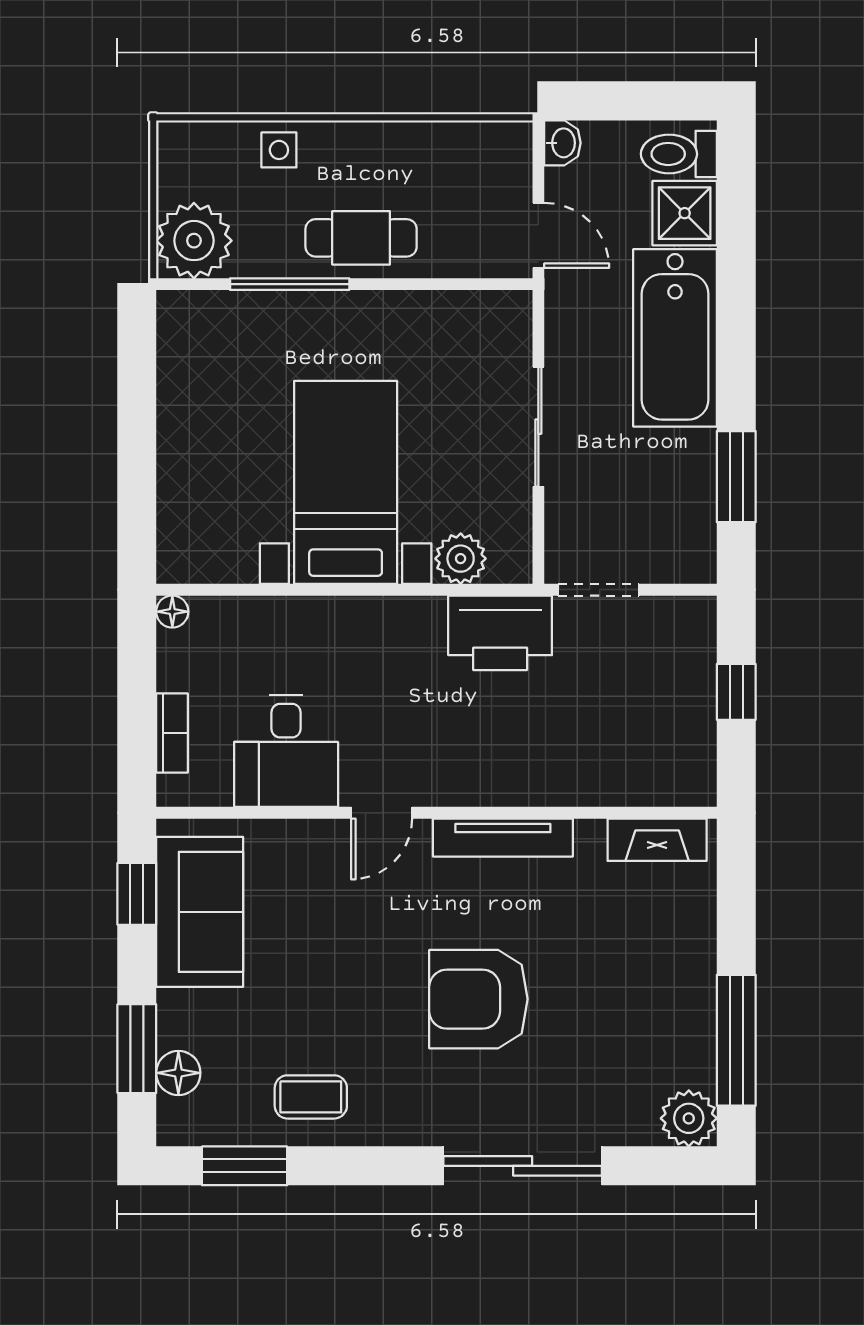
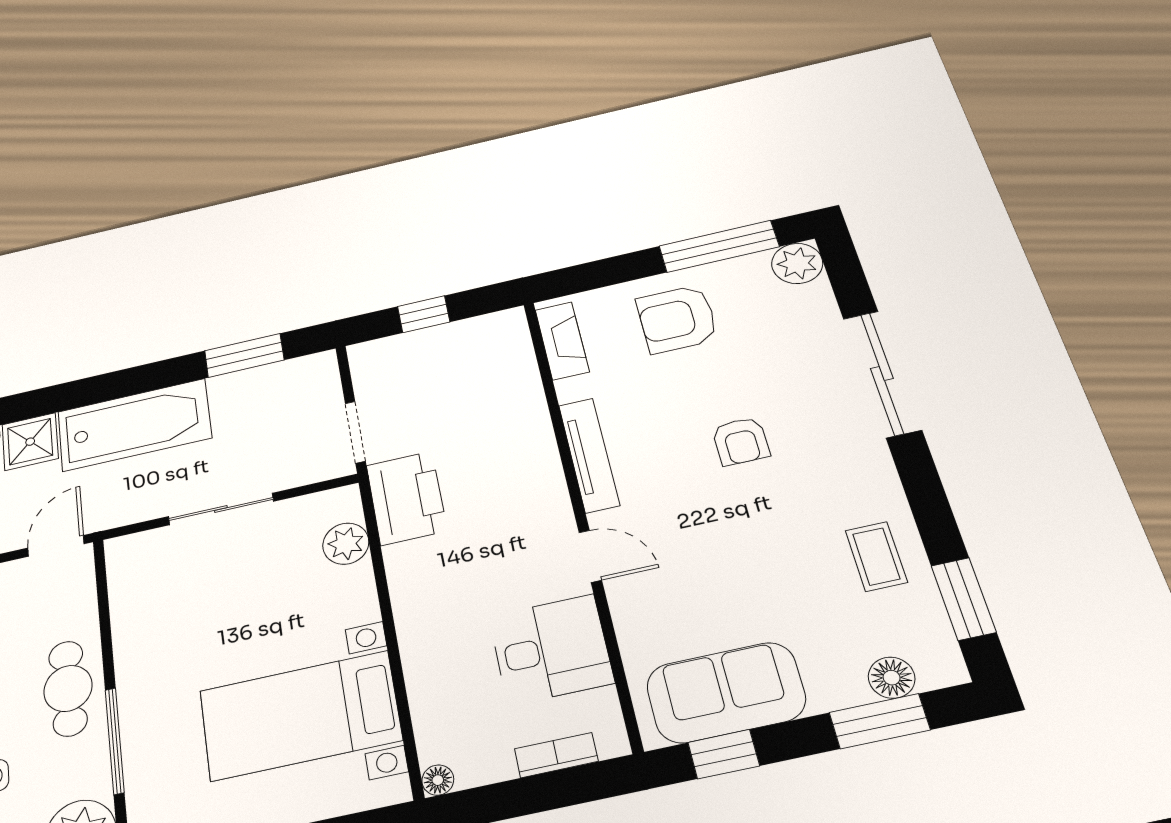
bed with nightstands: (346, 482) -> (300, 715), moved
armchair: (651, 971) -> (677, 319), added
armchair: (478, 999) -> (741, 441), width x0.53, depth x0.53

